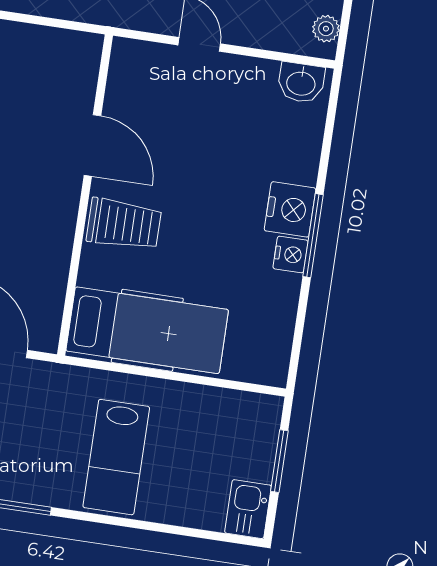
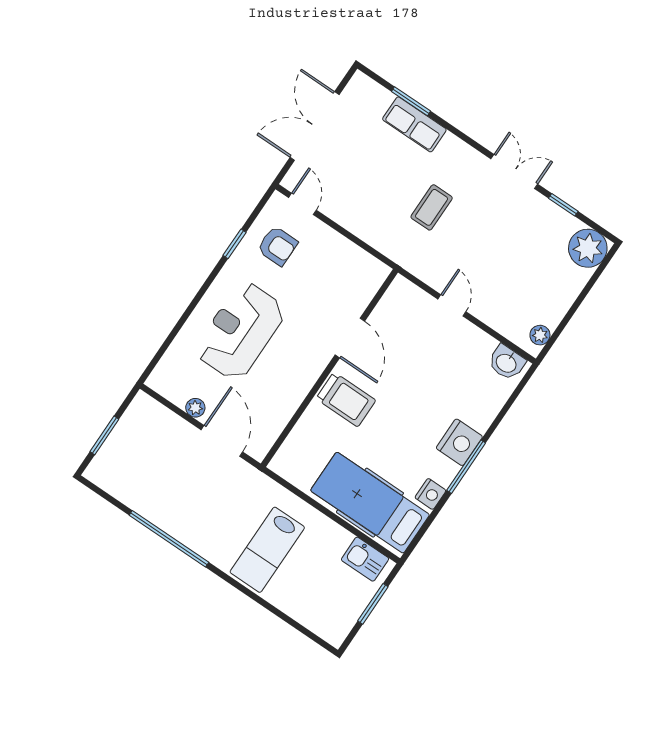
nightstand: (291, 254) -> (430, 494), moved
hospital bed: (147, 330) -> (370, 503), moved, turned 180
kitchen sink: (248, 509) -> (365, 559), moved, turned -90

